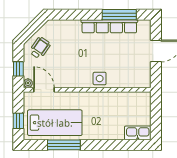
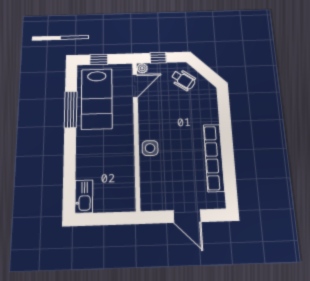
window: (119, 15) -> (229, 169), removed

